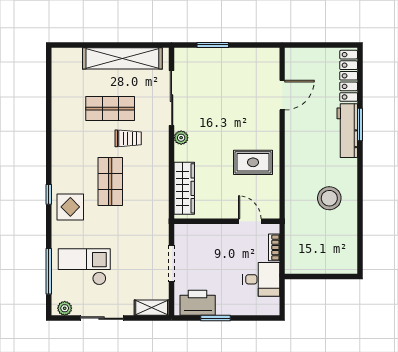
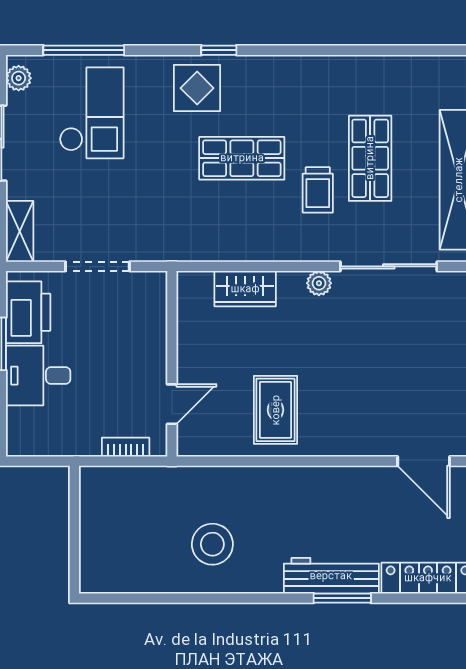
door: (282, 95) -> (424, 461), moved
wardrobe: (184, 188) -> (245, 289), width x0.67
desk: (261, 279) -> (38, 376), moved, turned 90

